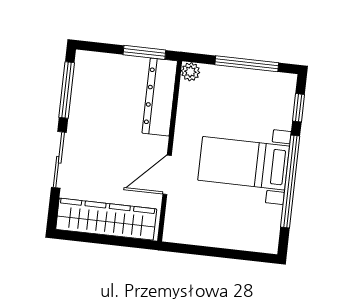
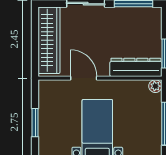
window: (224, 253) -> (35, 123), added

